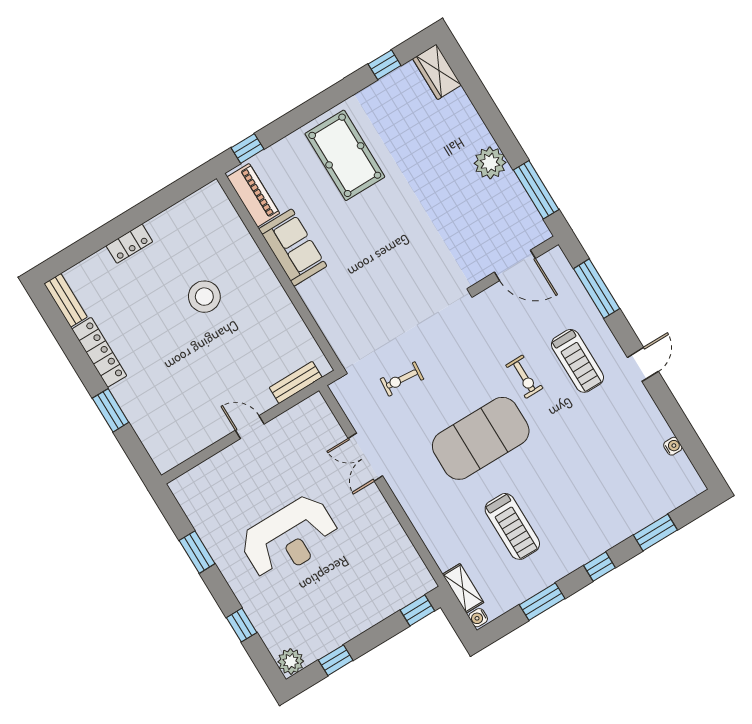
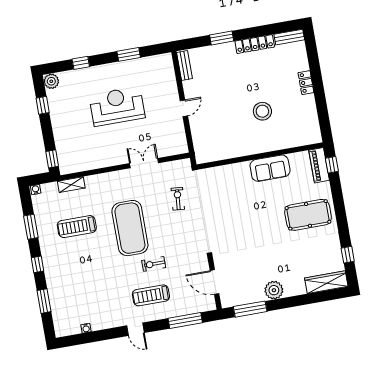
wardrobe: (437, 72) -> (326, 282), width x1.50
piano: (253, 195) -> (319, 165), moved, turned 90
door: (515, 265) -> (215, 282), hinge flipped
bench: (296, 382) -> (185, 66), moved
reception desk: (290, 538) -> (117, 106), turned 90
shelving: (463, 588) -> (71, 185), moved

